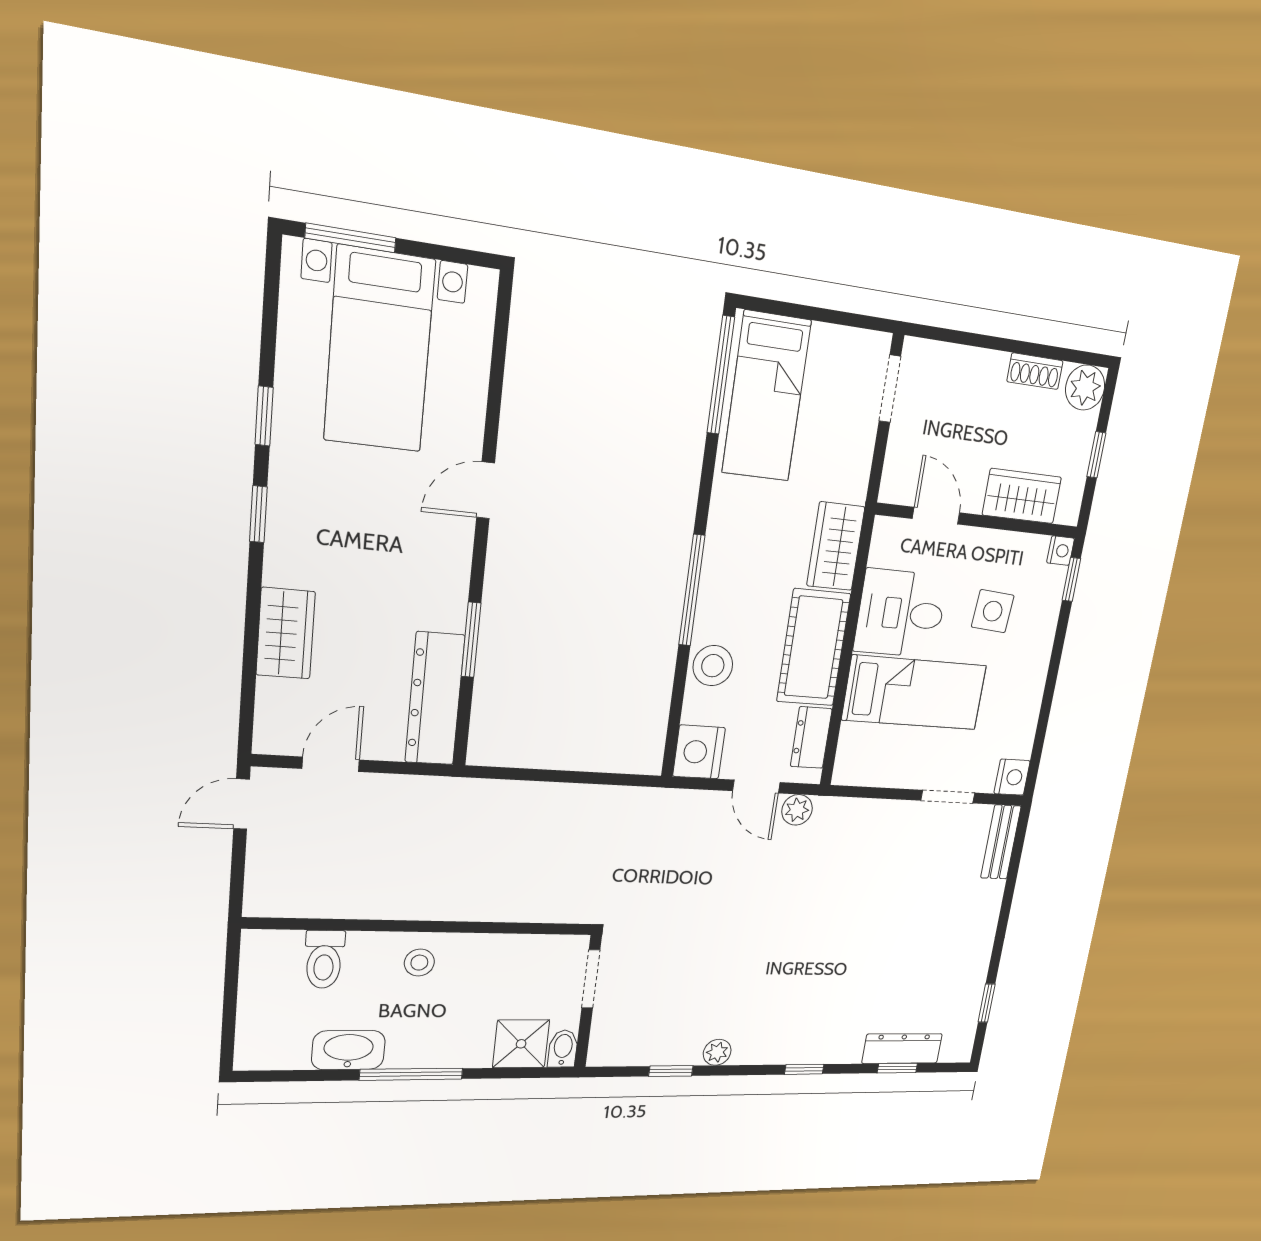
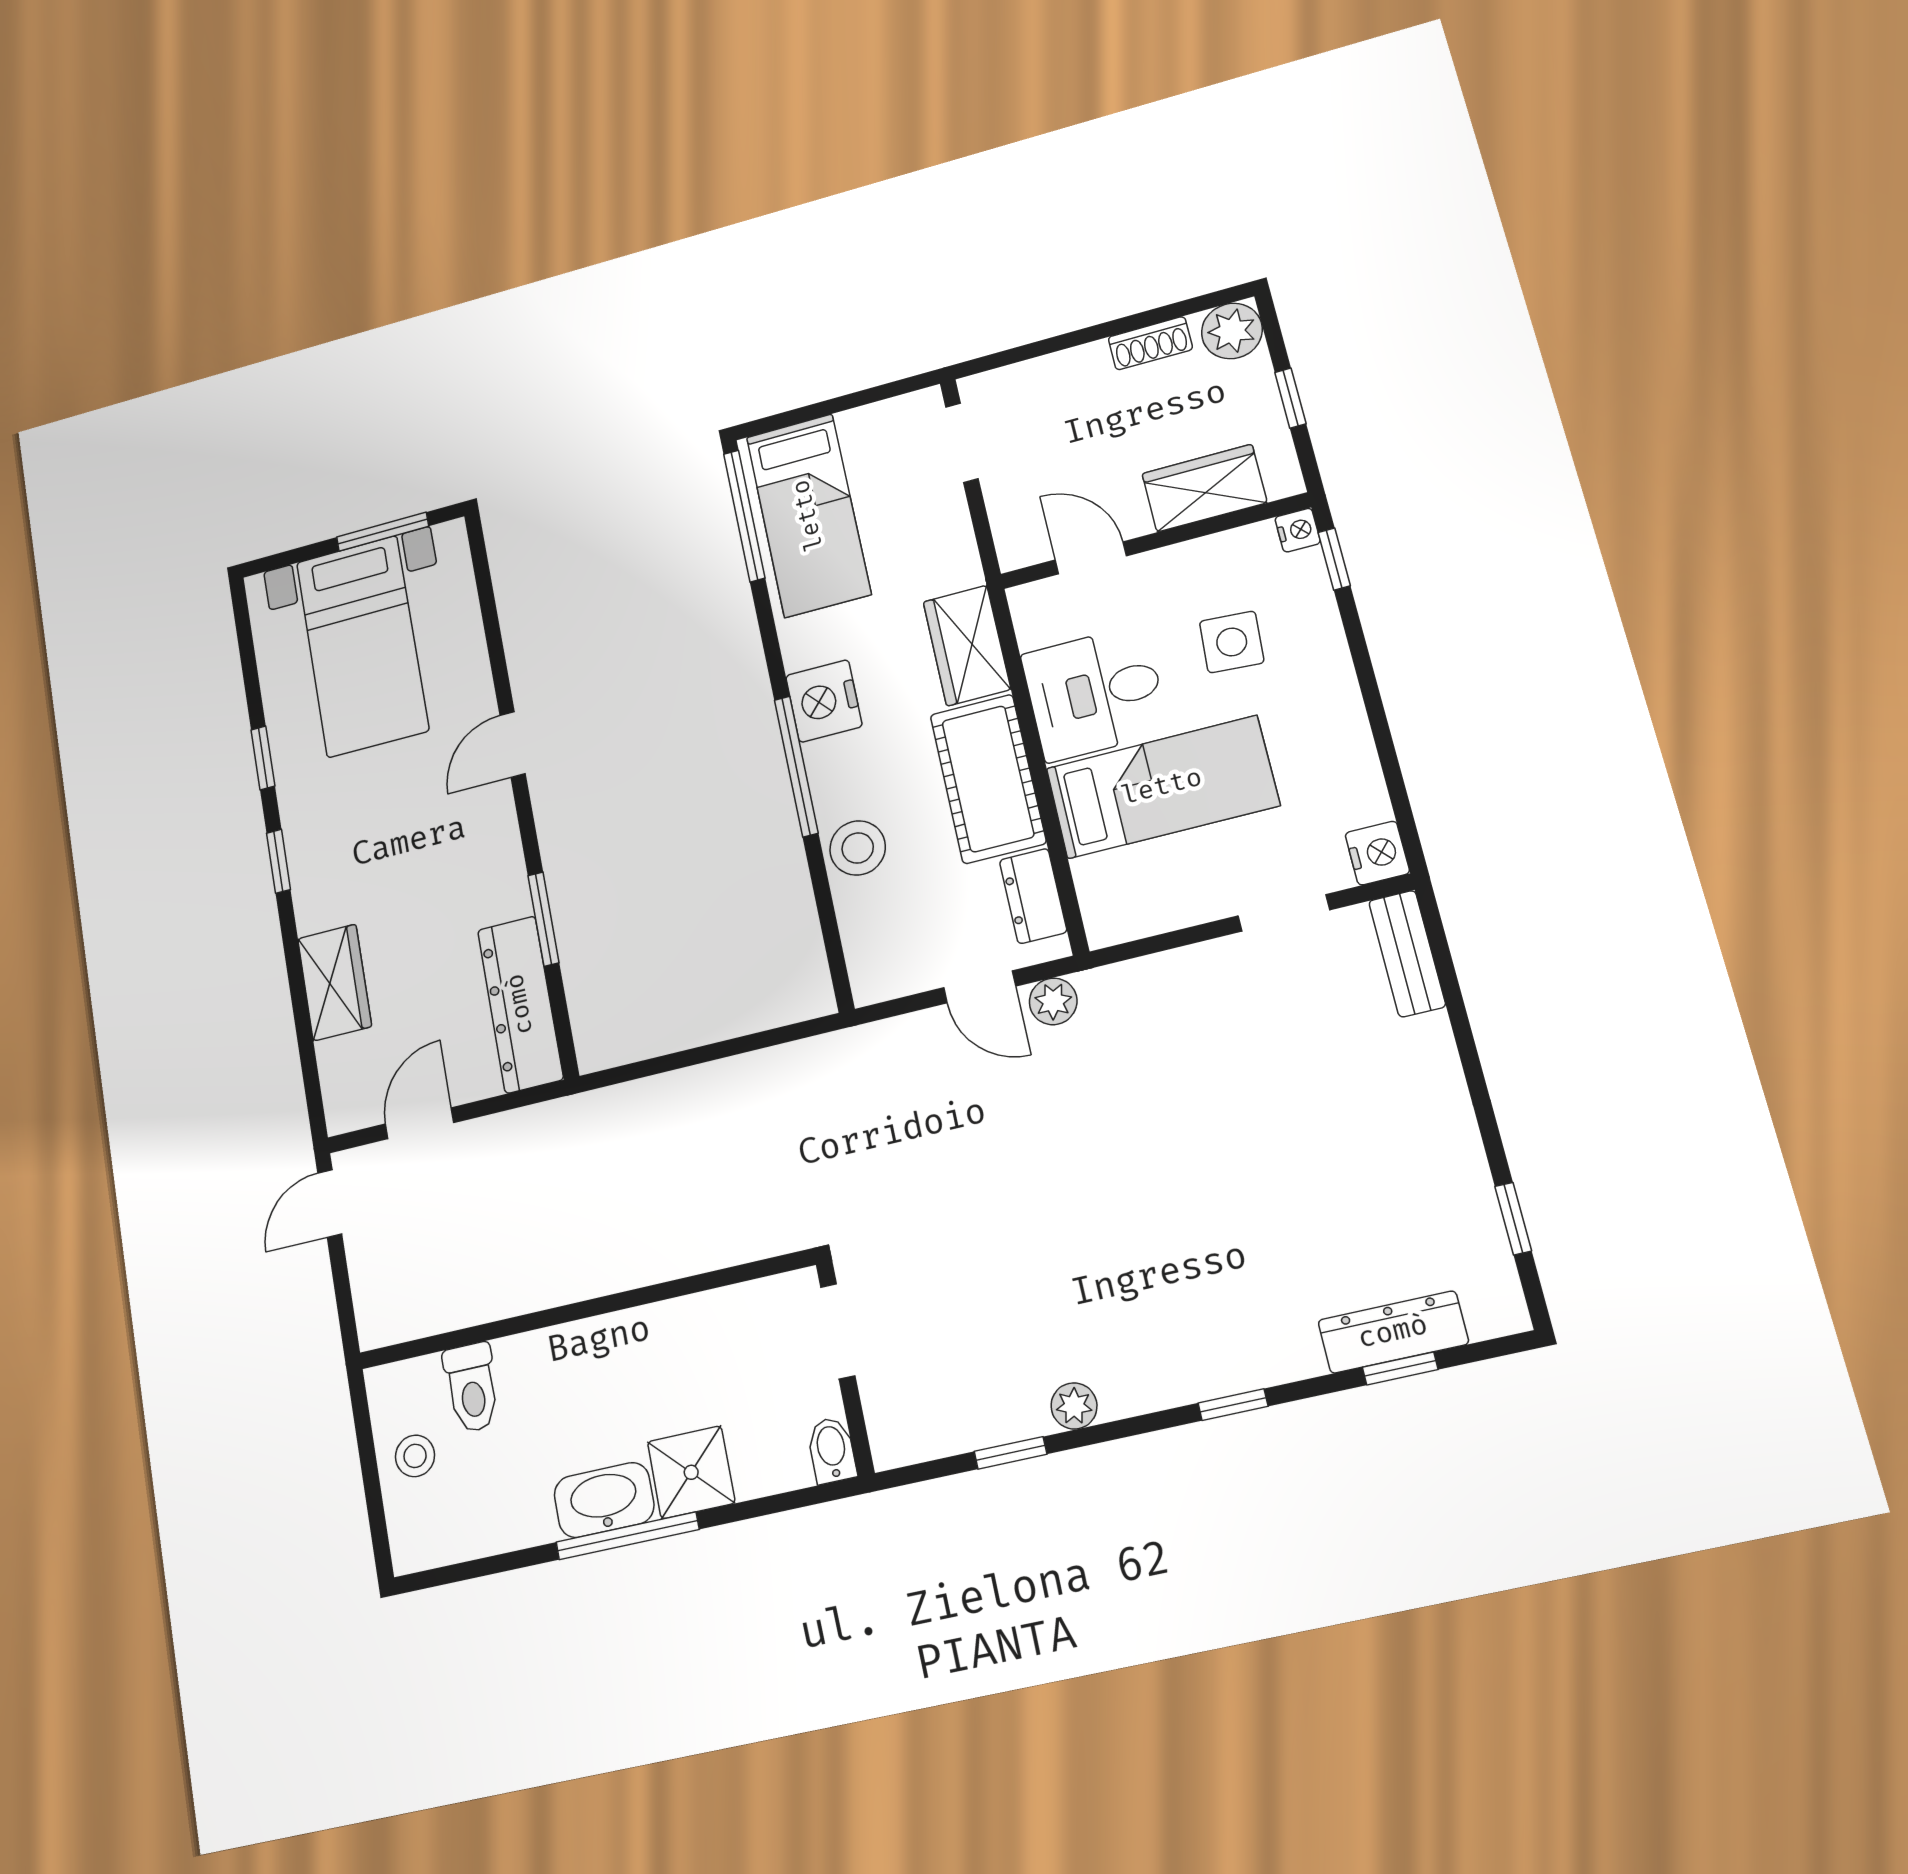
window: (351, 238) -> (383, 532), moved
nightstand: (699, 752) -> (824, 701), moved
stool: (419, 963) -> (415, 1456), moved
shower: (521, 1044) -> (691, 1472), moved
washbasin: (348, 1050) -> (604, 1500), moved

